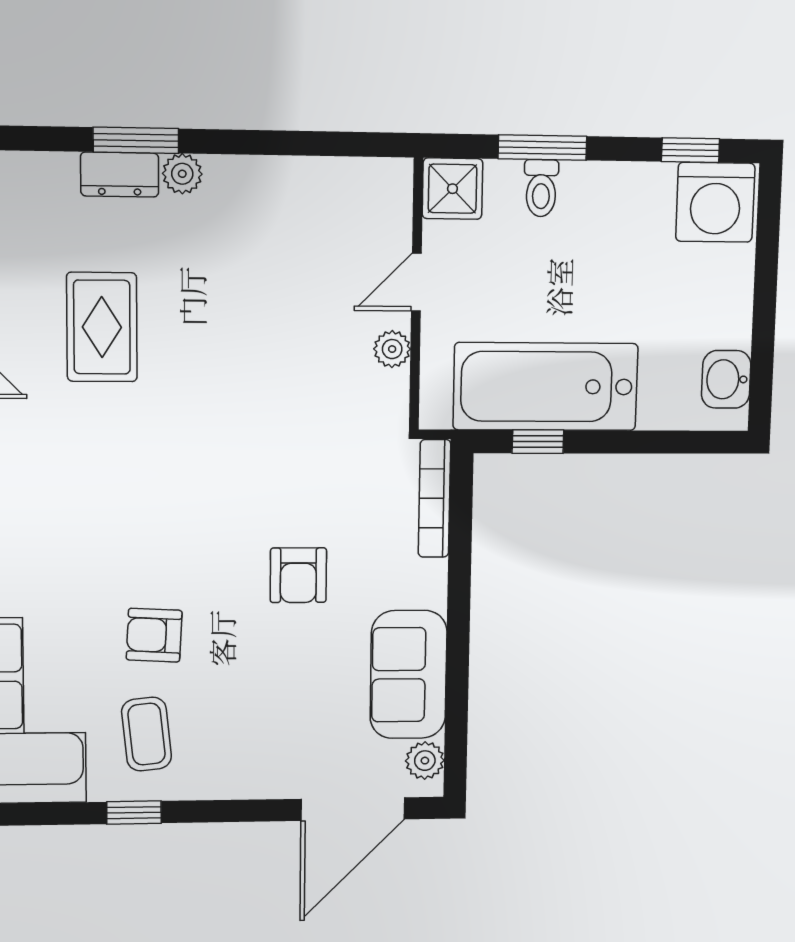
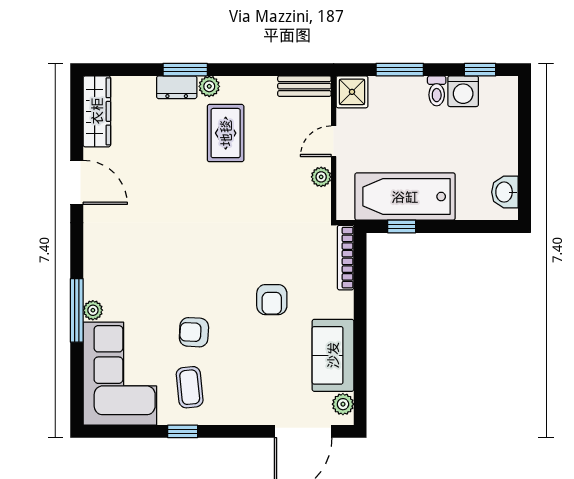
bench: (363, 176) -> (304, 86), added
toilet: (541, 188) -> (437, 91), moved
washing machine: (715, 202) -> (463, 91), moved, width x0.73, depth x0.73
rug: (102, 327) -> (226, 133), moved

